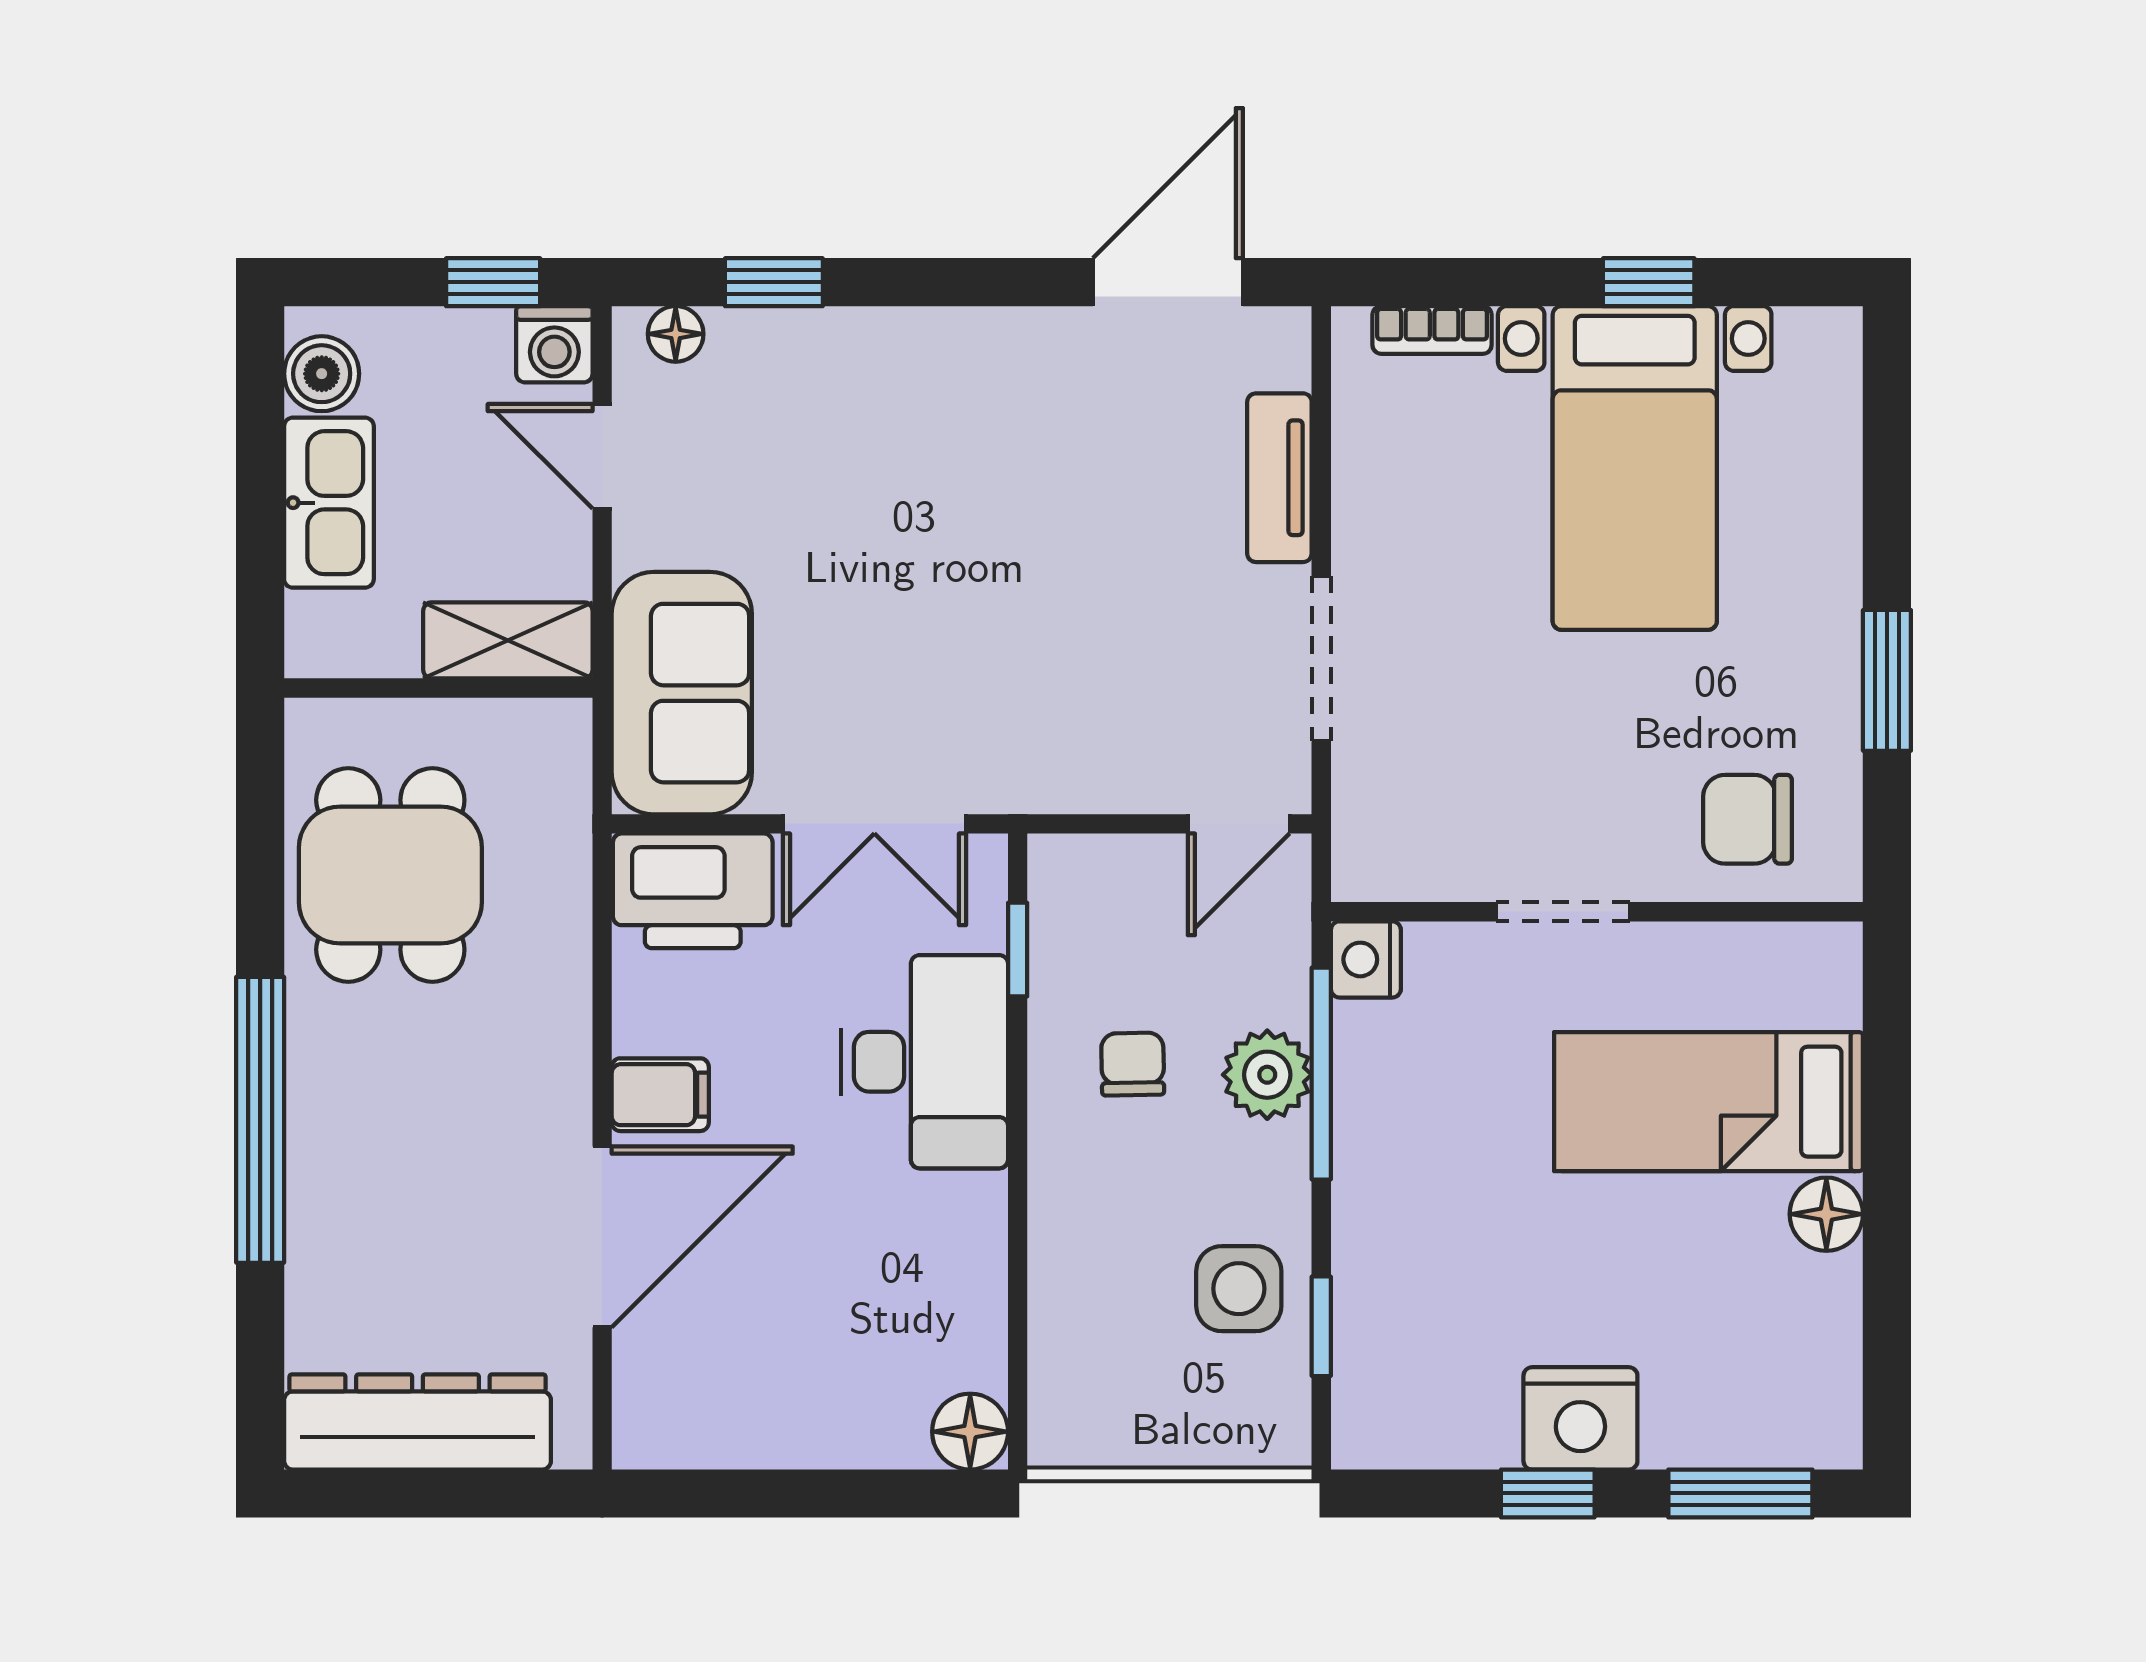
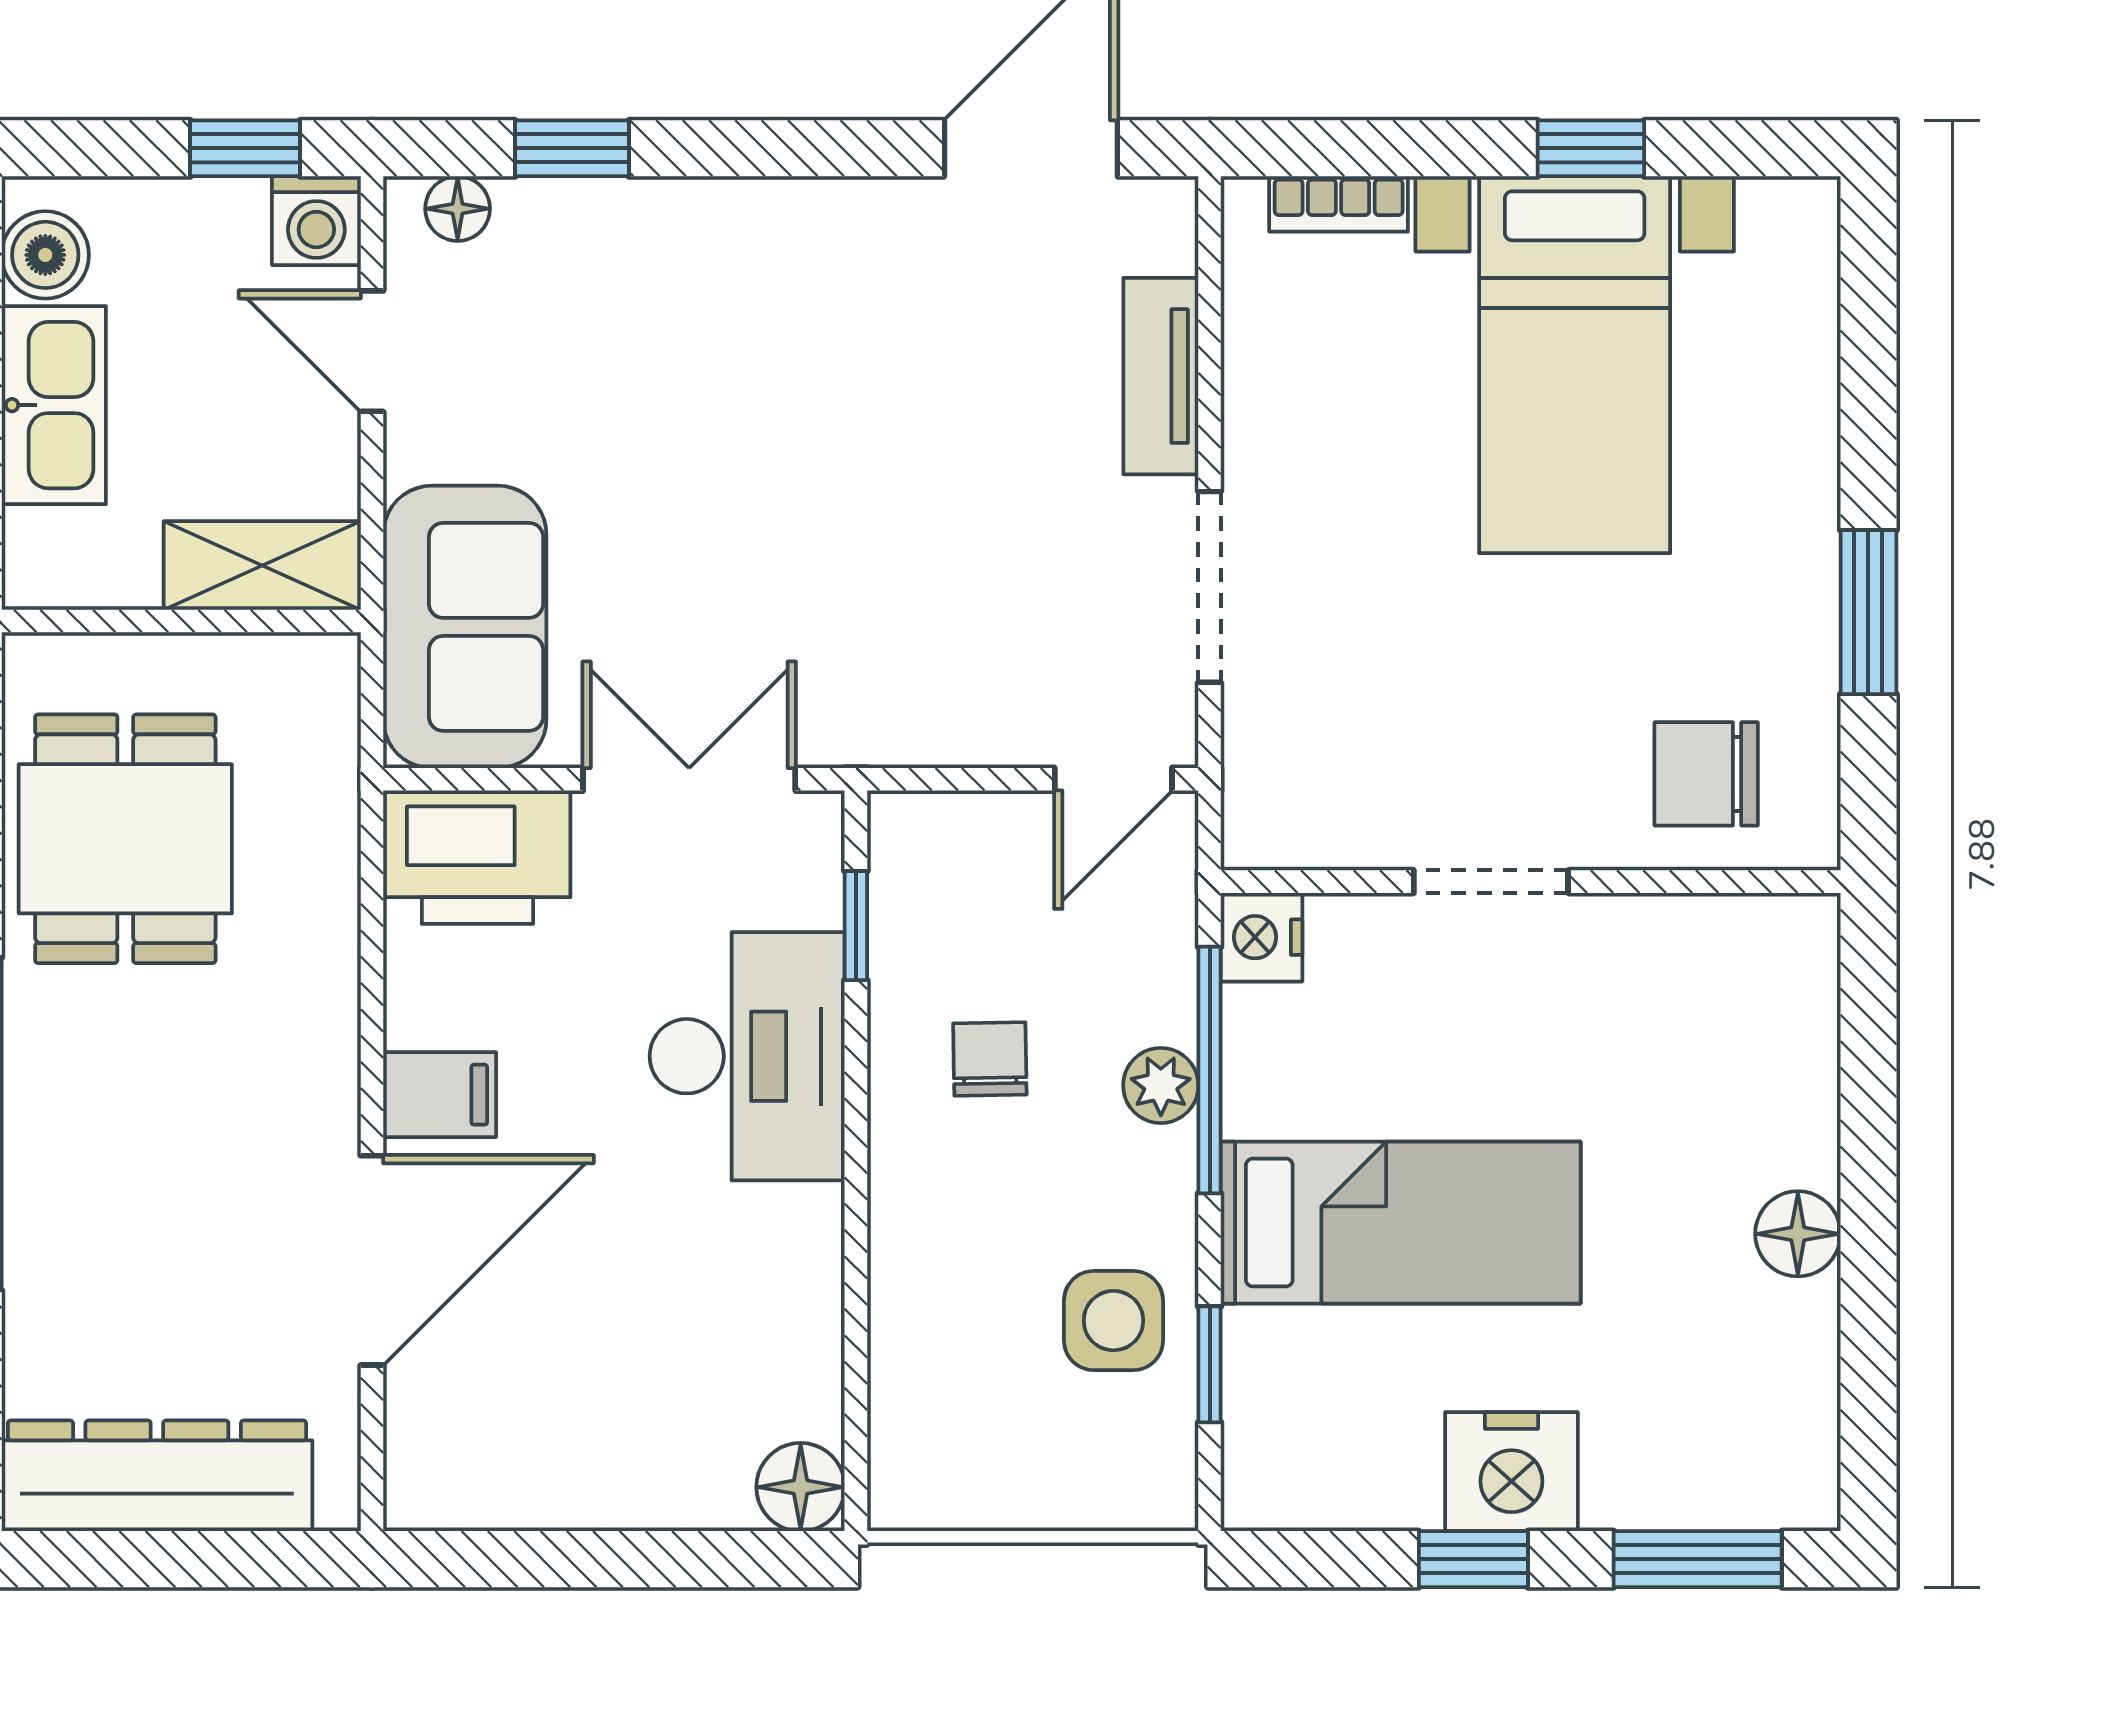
double door: (874, 824) -> (689, 779), swing flipped
plant: (1267, 1075) -> (1161, 1085), width x0.73, depth x0.73
bed: (1709, 1102) -> (1401, 1223), moved, turned 180

